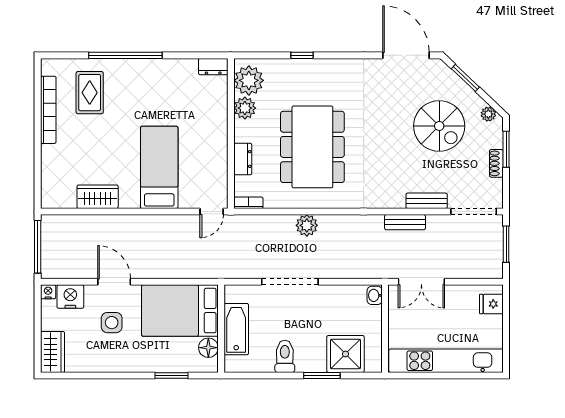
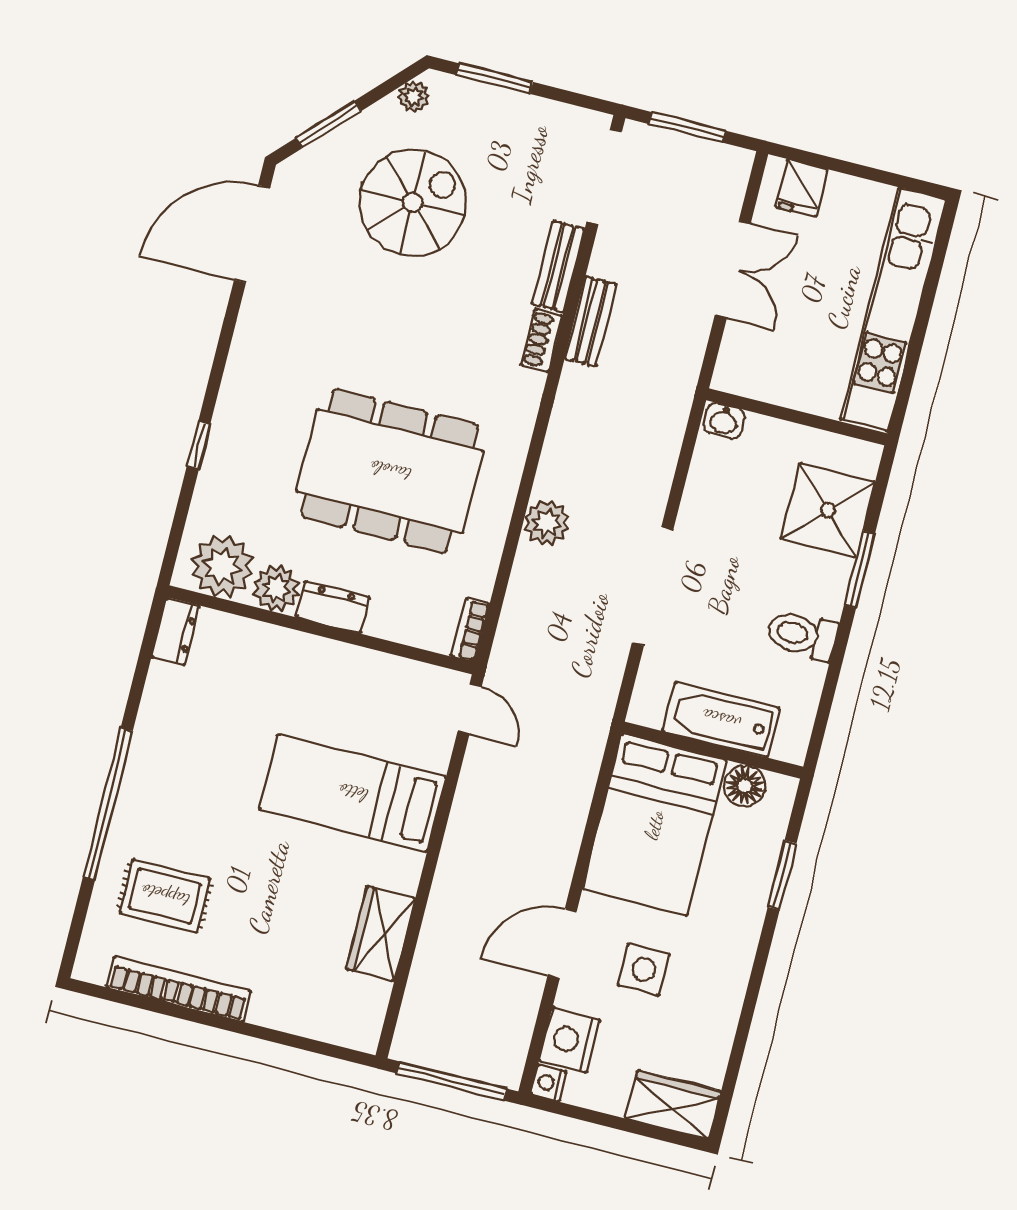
dresser: (243, 159) -> (333, 607), moved
shoe rack: (496, 163) -> (542, 340), moved, turned 90
double door: (421, 282) -> (733, 269), moved

